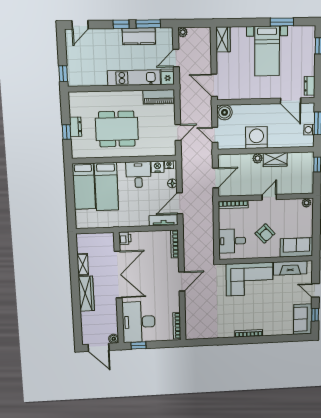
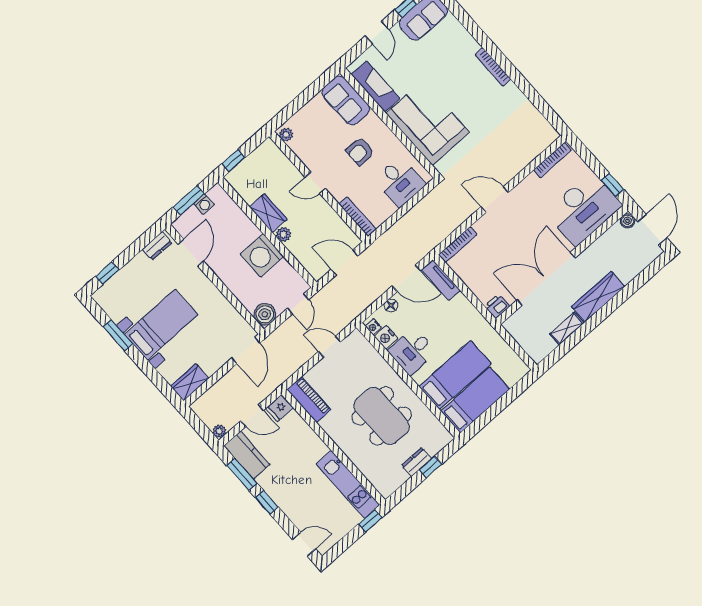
kitchen counter: (139, 36) -> (247, 455), moved
kitchen unit: (134, 78) -> (348, 484), moved
armchair: (265, 234) -> (360, 151), turned -138

